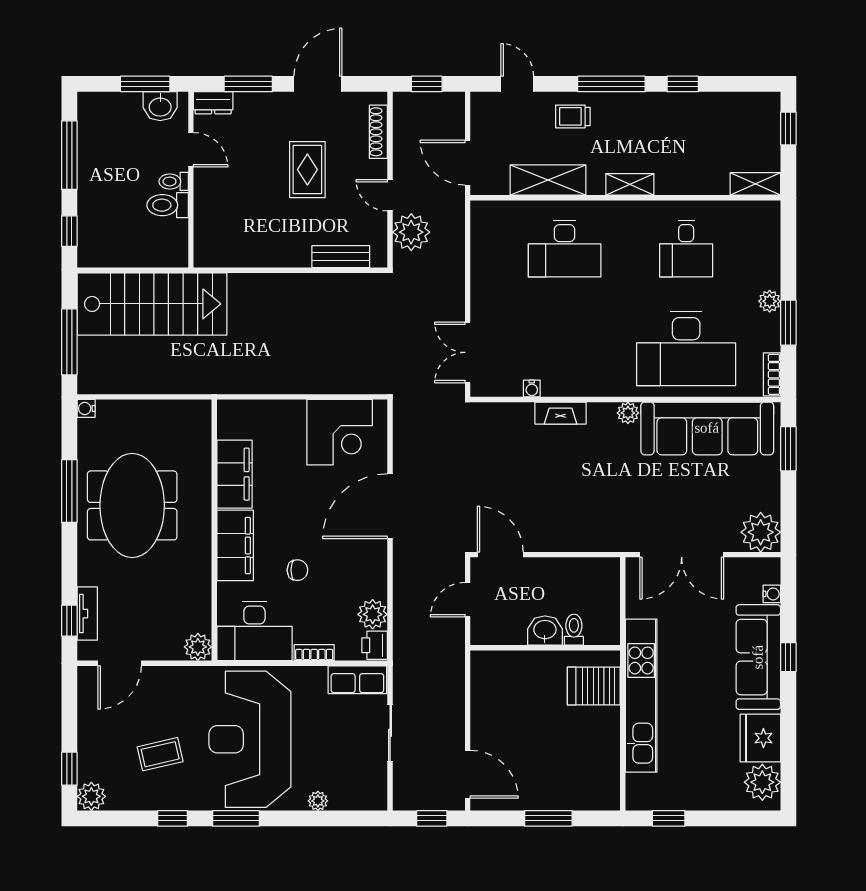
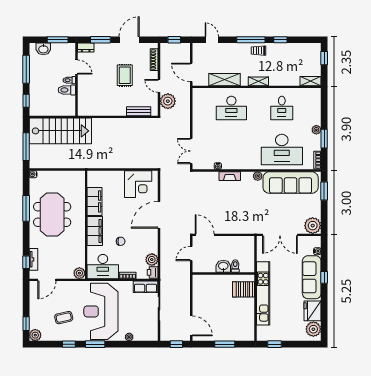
washbasin: (160, 106) -> (43, 49), moved
trolley: (573, 116) -> (259, 51), moved

